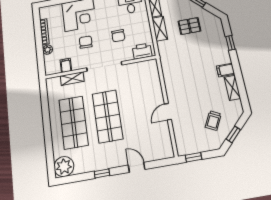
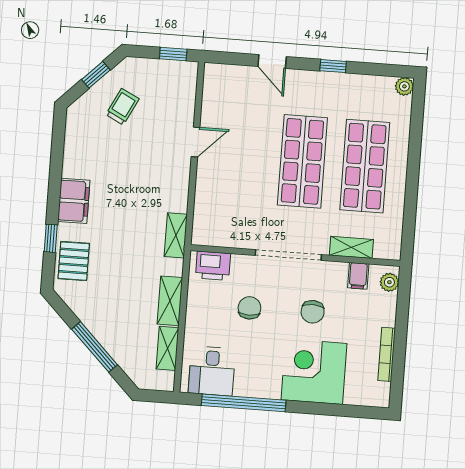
pallet: (189, 26) -> (74, 261), moved, turned 90
plant: (48, 50) -> (389, 282), moved
filing cabinet: (226, 70) -> (74, 201), width x2.00
shelving: (232, 88) -> (176, 235), moved
plant: (64, 166) -> (404, 86), width x0.53, depth x0.53

